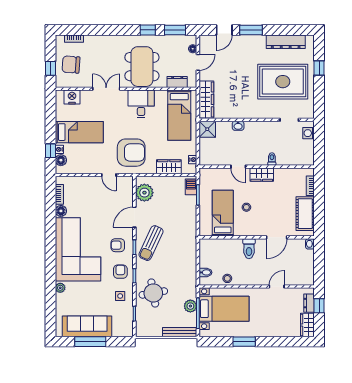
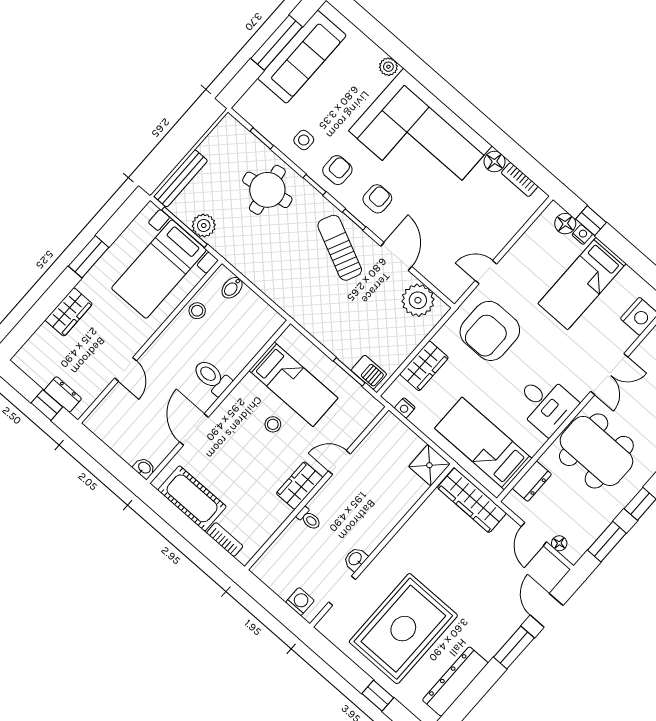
washbasin: (238, 126) -> (355, 559), moved
armchair: (120, 272) -> (337, 170), turned -90
wardrobe: (307, 325) -> (69, 312), moved, turned 90

